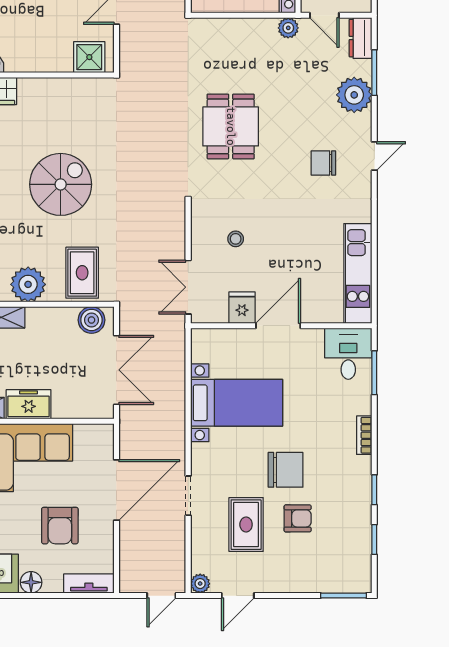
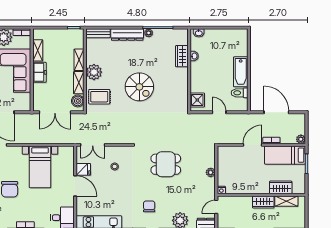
plant: (288, 28) -> (211, 172), moved
double door: (188, 287) -> (93, 145), swing flipped
shelving: (51, 318) -> (79, 83), added

